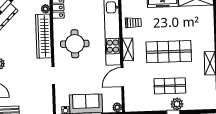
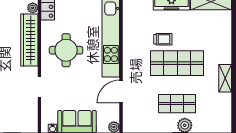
trolley: (133, 23) -> (163, 39), moved
shelving: (128, 49) -> (129, 59), removed

